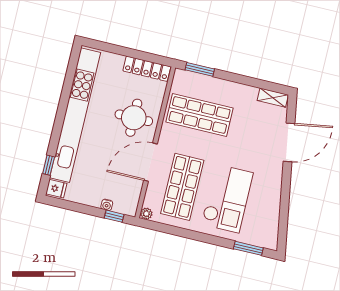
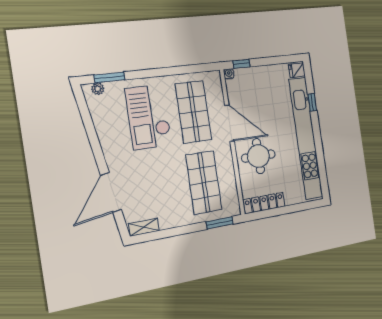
shop shelf: (200, 115) -> (204, 182), turned 90
door: (151, 162) -> (229, 123), hinge flipped
window: (49, 165) -> (312, 102), moved
water cooler: (107, 205) -> (229, 74), moved
plant: (146, 214) -> (98, 89), moved

